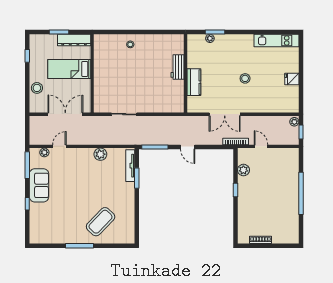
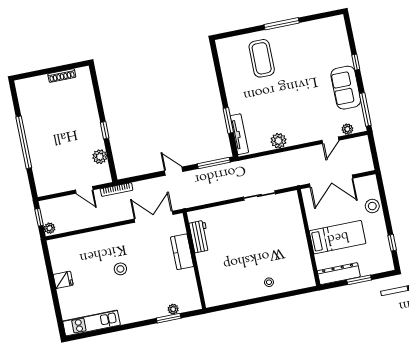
workbench: (178, 67) -> (200, 237), moved
double door: (225, 114) -> (154, 217), moved
coffee table: (101, 222) -> (262, 58), turned -44

